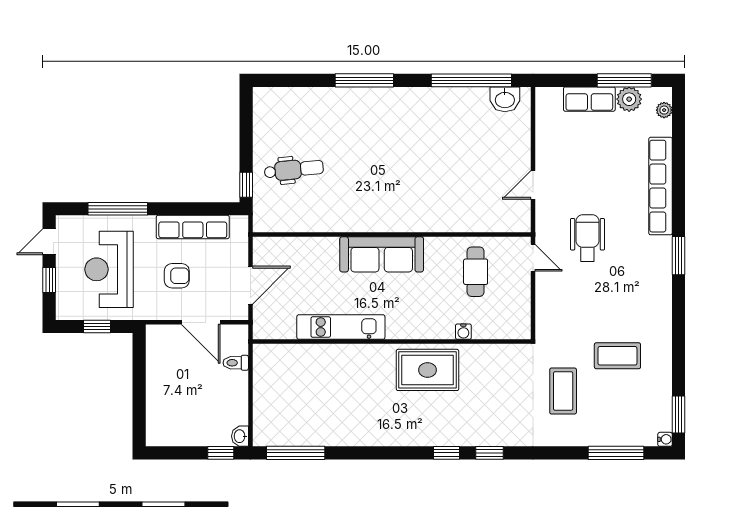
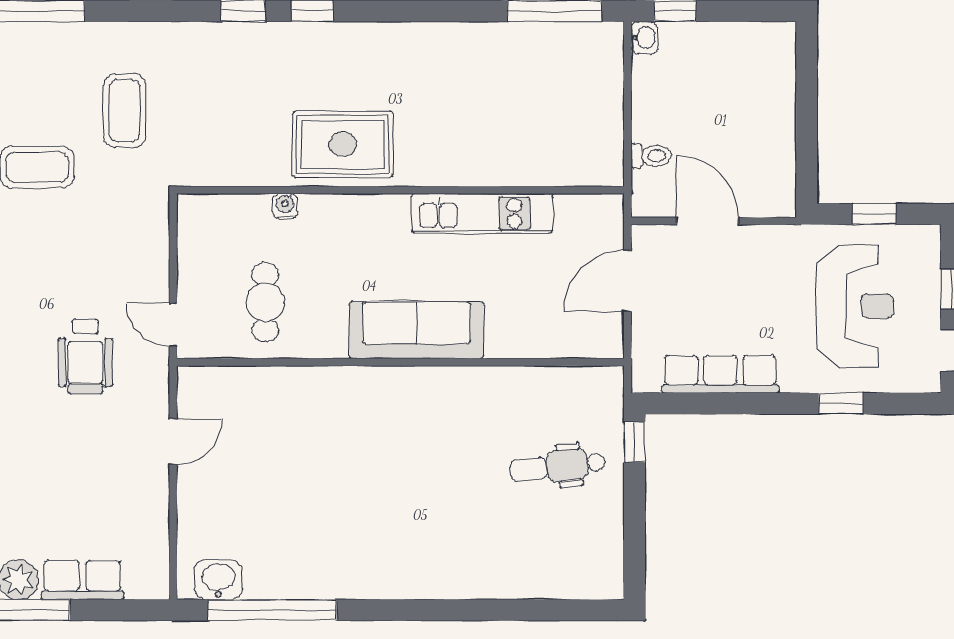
window: (364, 80) -> (444, 610), removed
window: (118, 209) -> (841, 403), width x0.46
armchair: (177, 276) -> (746, 296), removed

